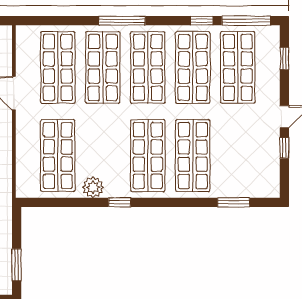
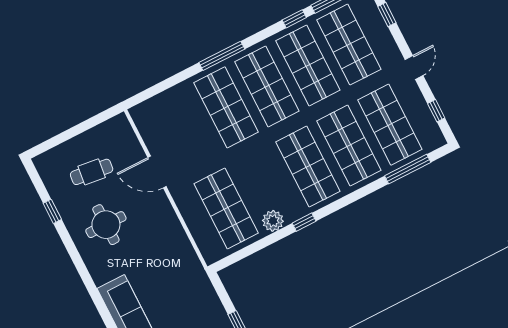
shop shelf: (58, 67) -> (390, 125), moved
window: (284, 148) -> (436, 111), moved
window: (234, 202) -> (408, 169), width x1.44

